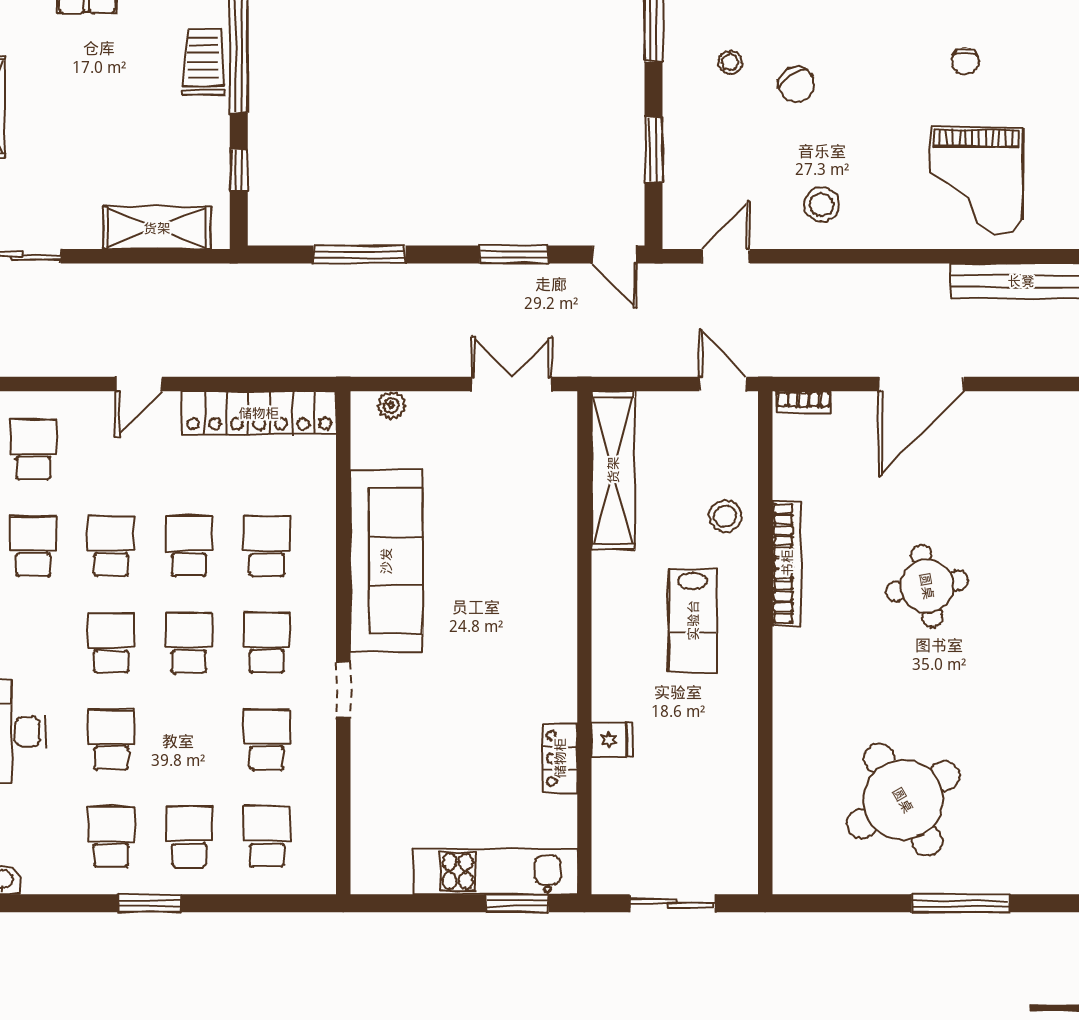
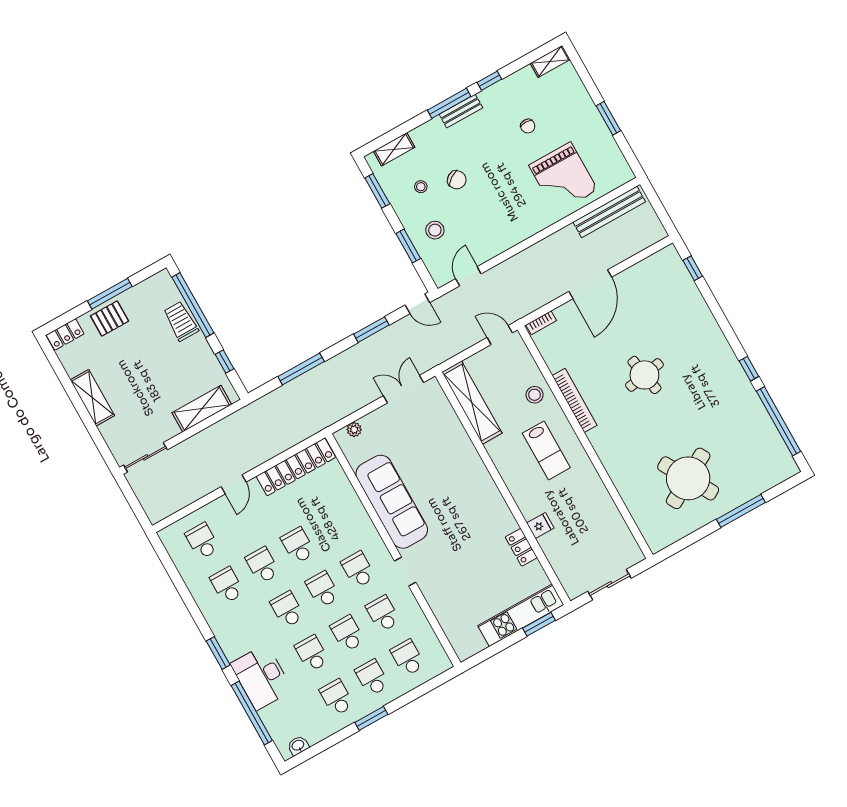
stool: (822, 205) -> (435, 230), moved
school desk: (267, 546) -> (347, 634), moved

